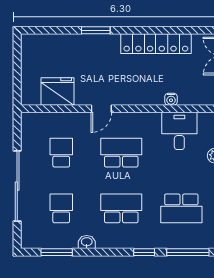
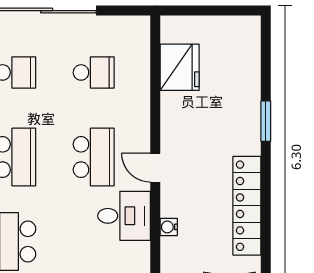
door: (101, 109) -> (155, 168), moved
desk: (179, 131) -> (124, 216), moved

